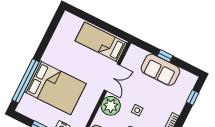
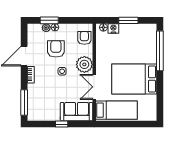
sofa: (160, 70) -> (77, 112), moved
bed: (55, 88) -> (134, 79), moved
window: (193, 97) -> (24, 102), width x2.17

